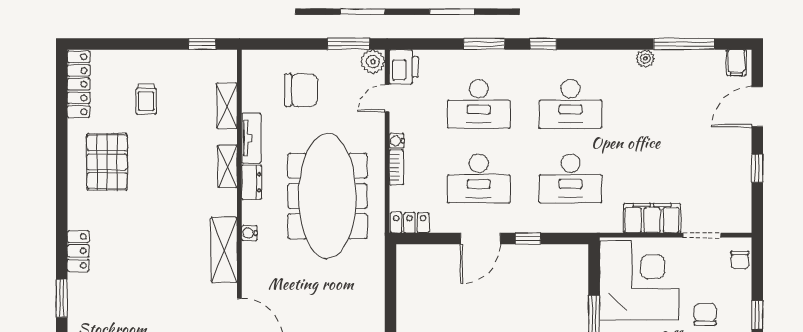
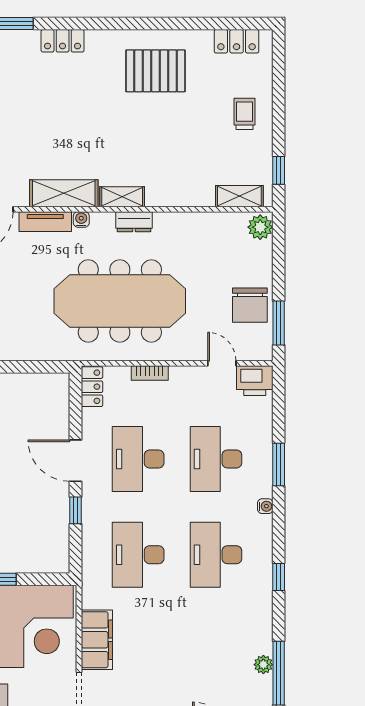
window: (543, 44) -> (279, 577), moved
plant: (645, 59) -> (263, 665), moved
plant: (373, 62) -> (260, 227), moved
locker: (79, 84) -> (237, 41), width x0.66
chair: (301, 90) -> (250, 305), moved
trolley: (146, 99) -> (244, 114), moved, turned 90
shelving: (227, 106) -> (239, 196), moved
tv unit: (251, 138) -> (45, 222), moved
water cooler: (397, 141) -> (265, 506), moved, turned 90
shelving: (228, 166) -> (122, 197), moved

